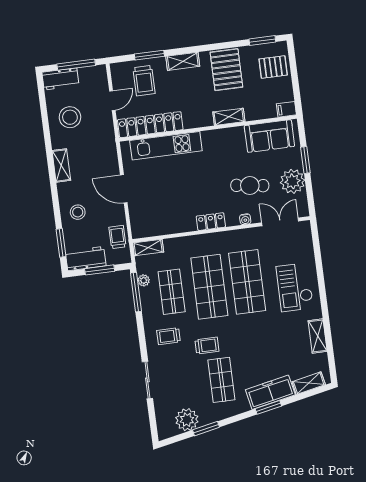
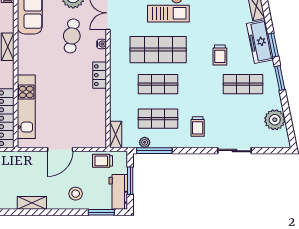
shop shelf: (209, 287) -> (158, 84), width x0.70, depth x0.74
trolley: (207, 346) -> (220, 55), moved, turned 180
window: (206, 429) -> (280, 78), moved

